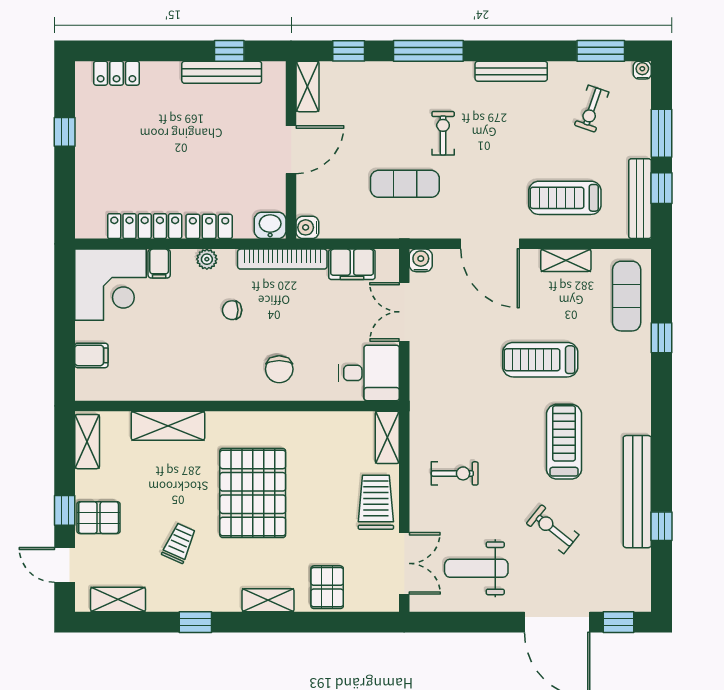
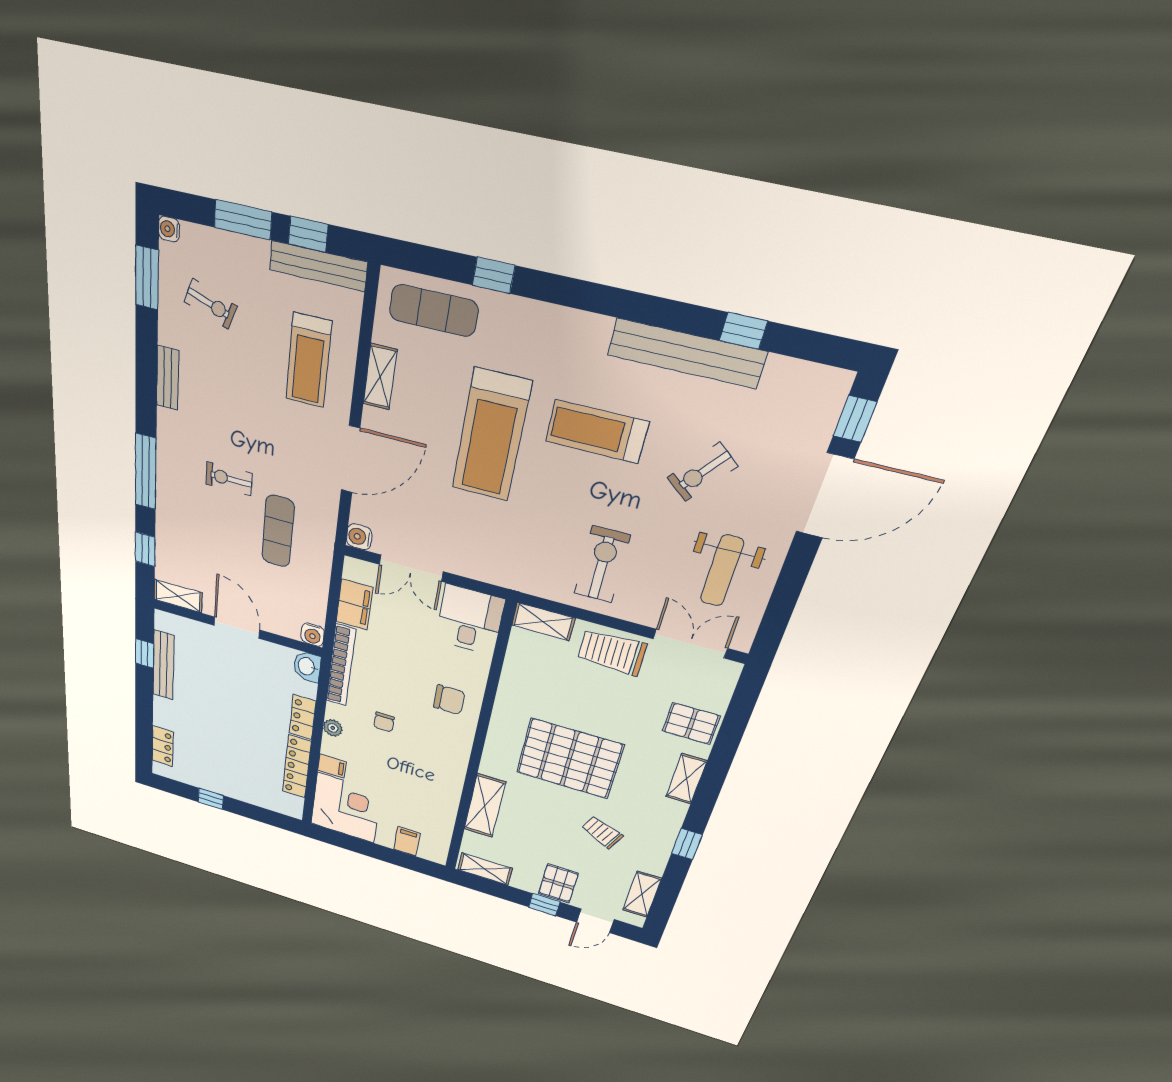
bench: (511, 71) -> (168, 378), width x0.73
treadmill: (540, 360) -> (491, 436), width x1.37, depth x1.38
exercise bike: (455, 473) -> (602, 564), width x1.38, depth x1.39

